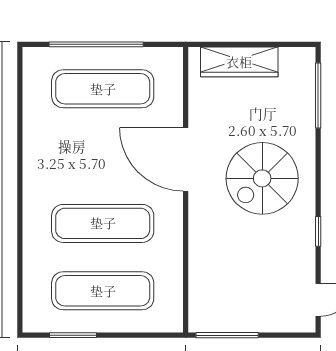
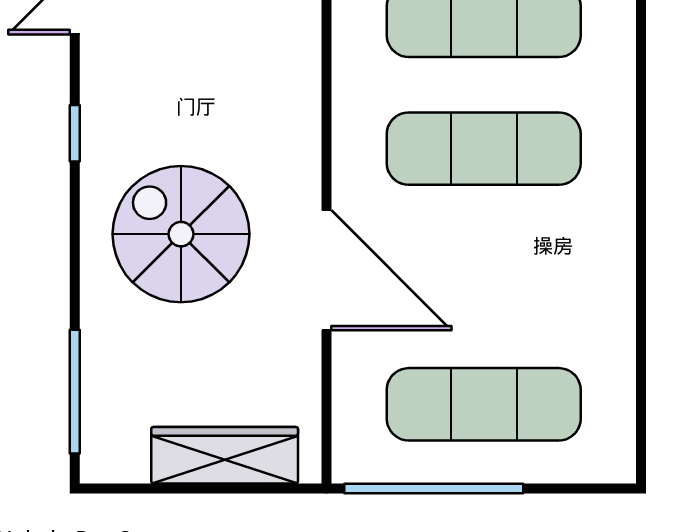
window: (96, 44) -> (434, 488), moved
spiral stairs: (262, 178) -> (181, 234), turned -90

